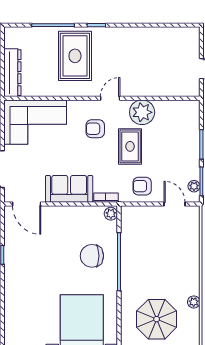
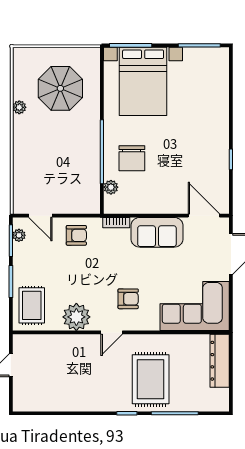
rug: (130, 146) -> (32, 305), moved
plant: (111, 214) -> (111, 187), moved
chair: (92, 256) -> (132, 158), turned 90

